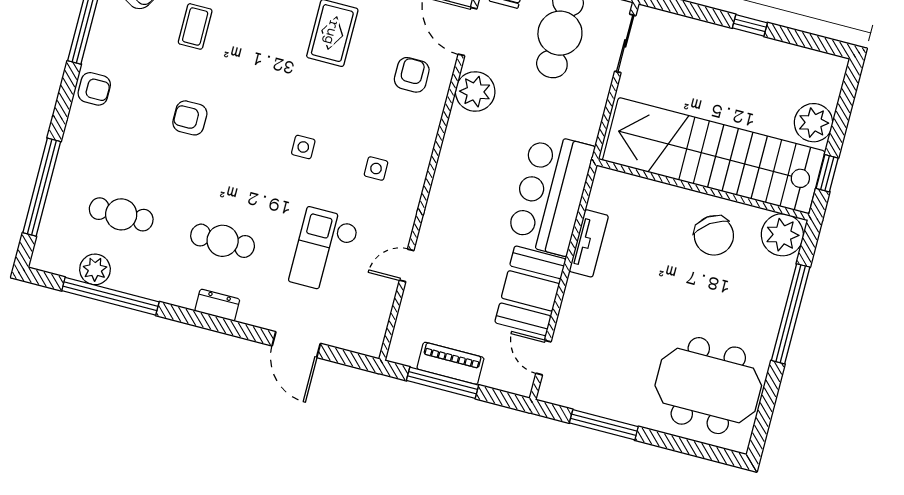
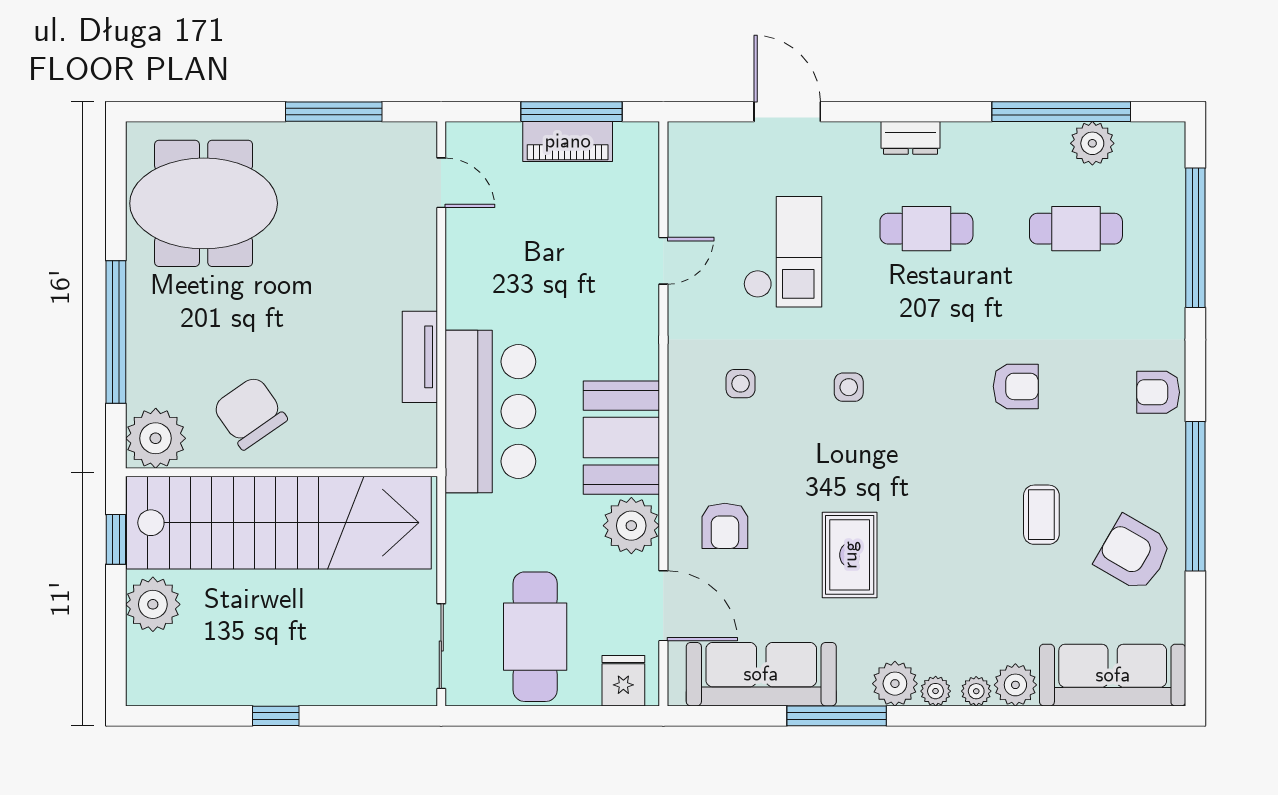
booth: (530, 291) -> (621, 438), moved

